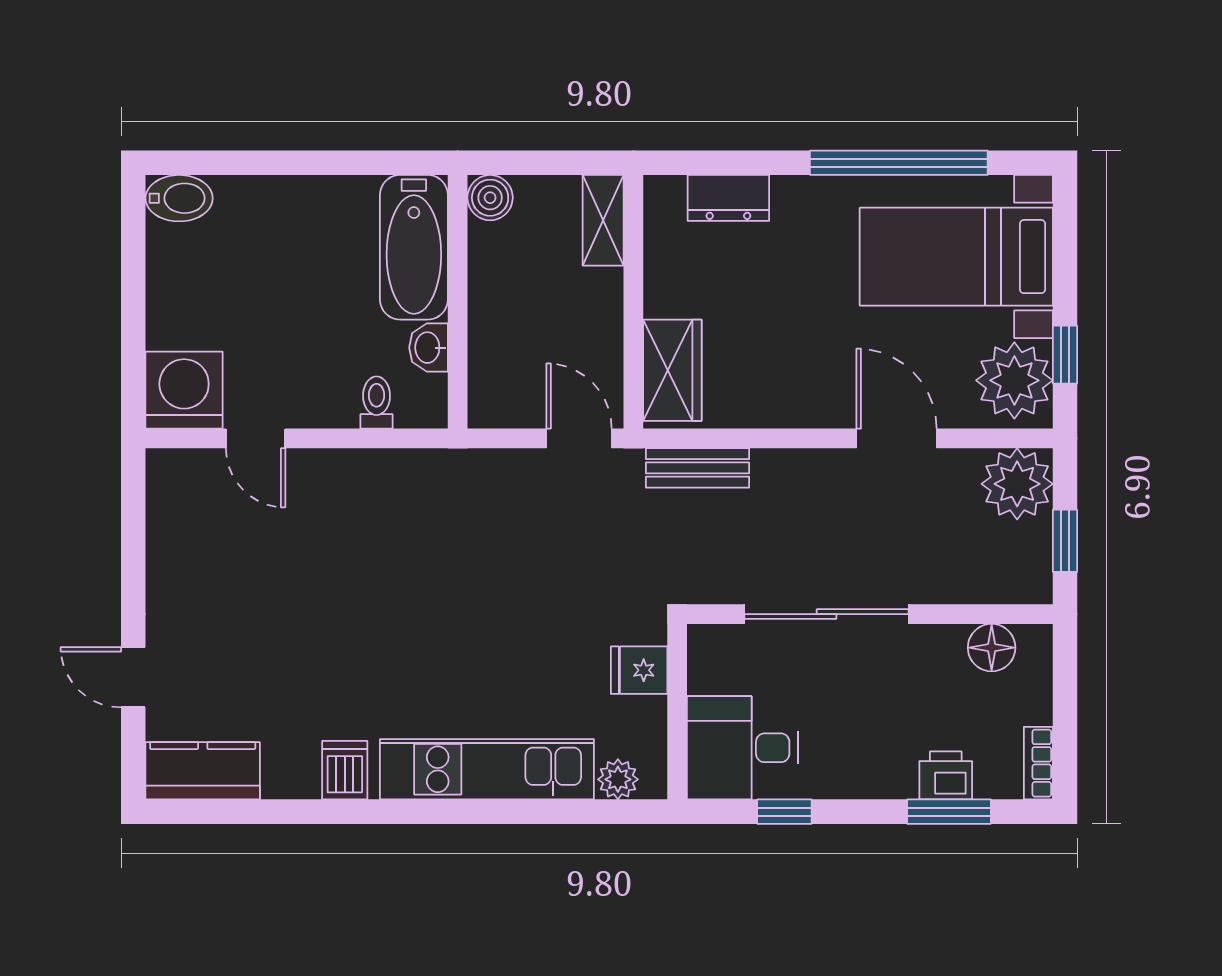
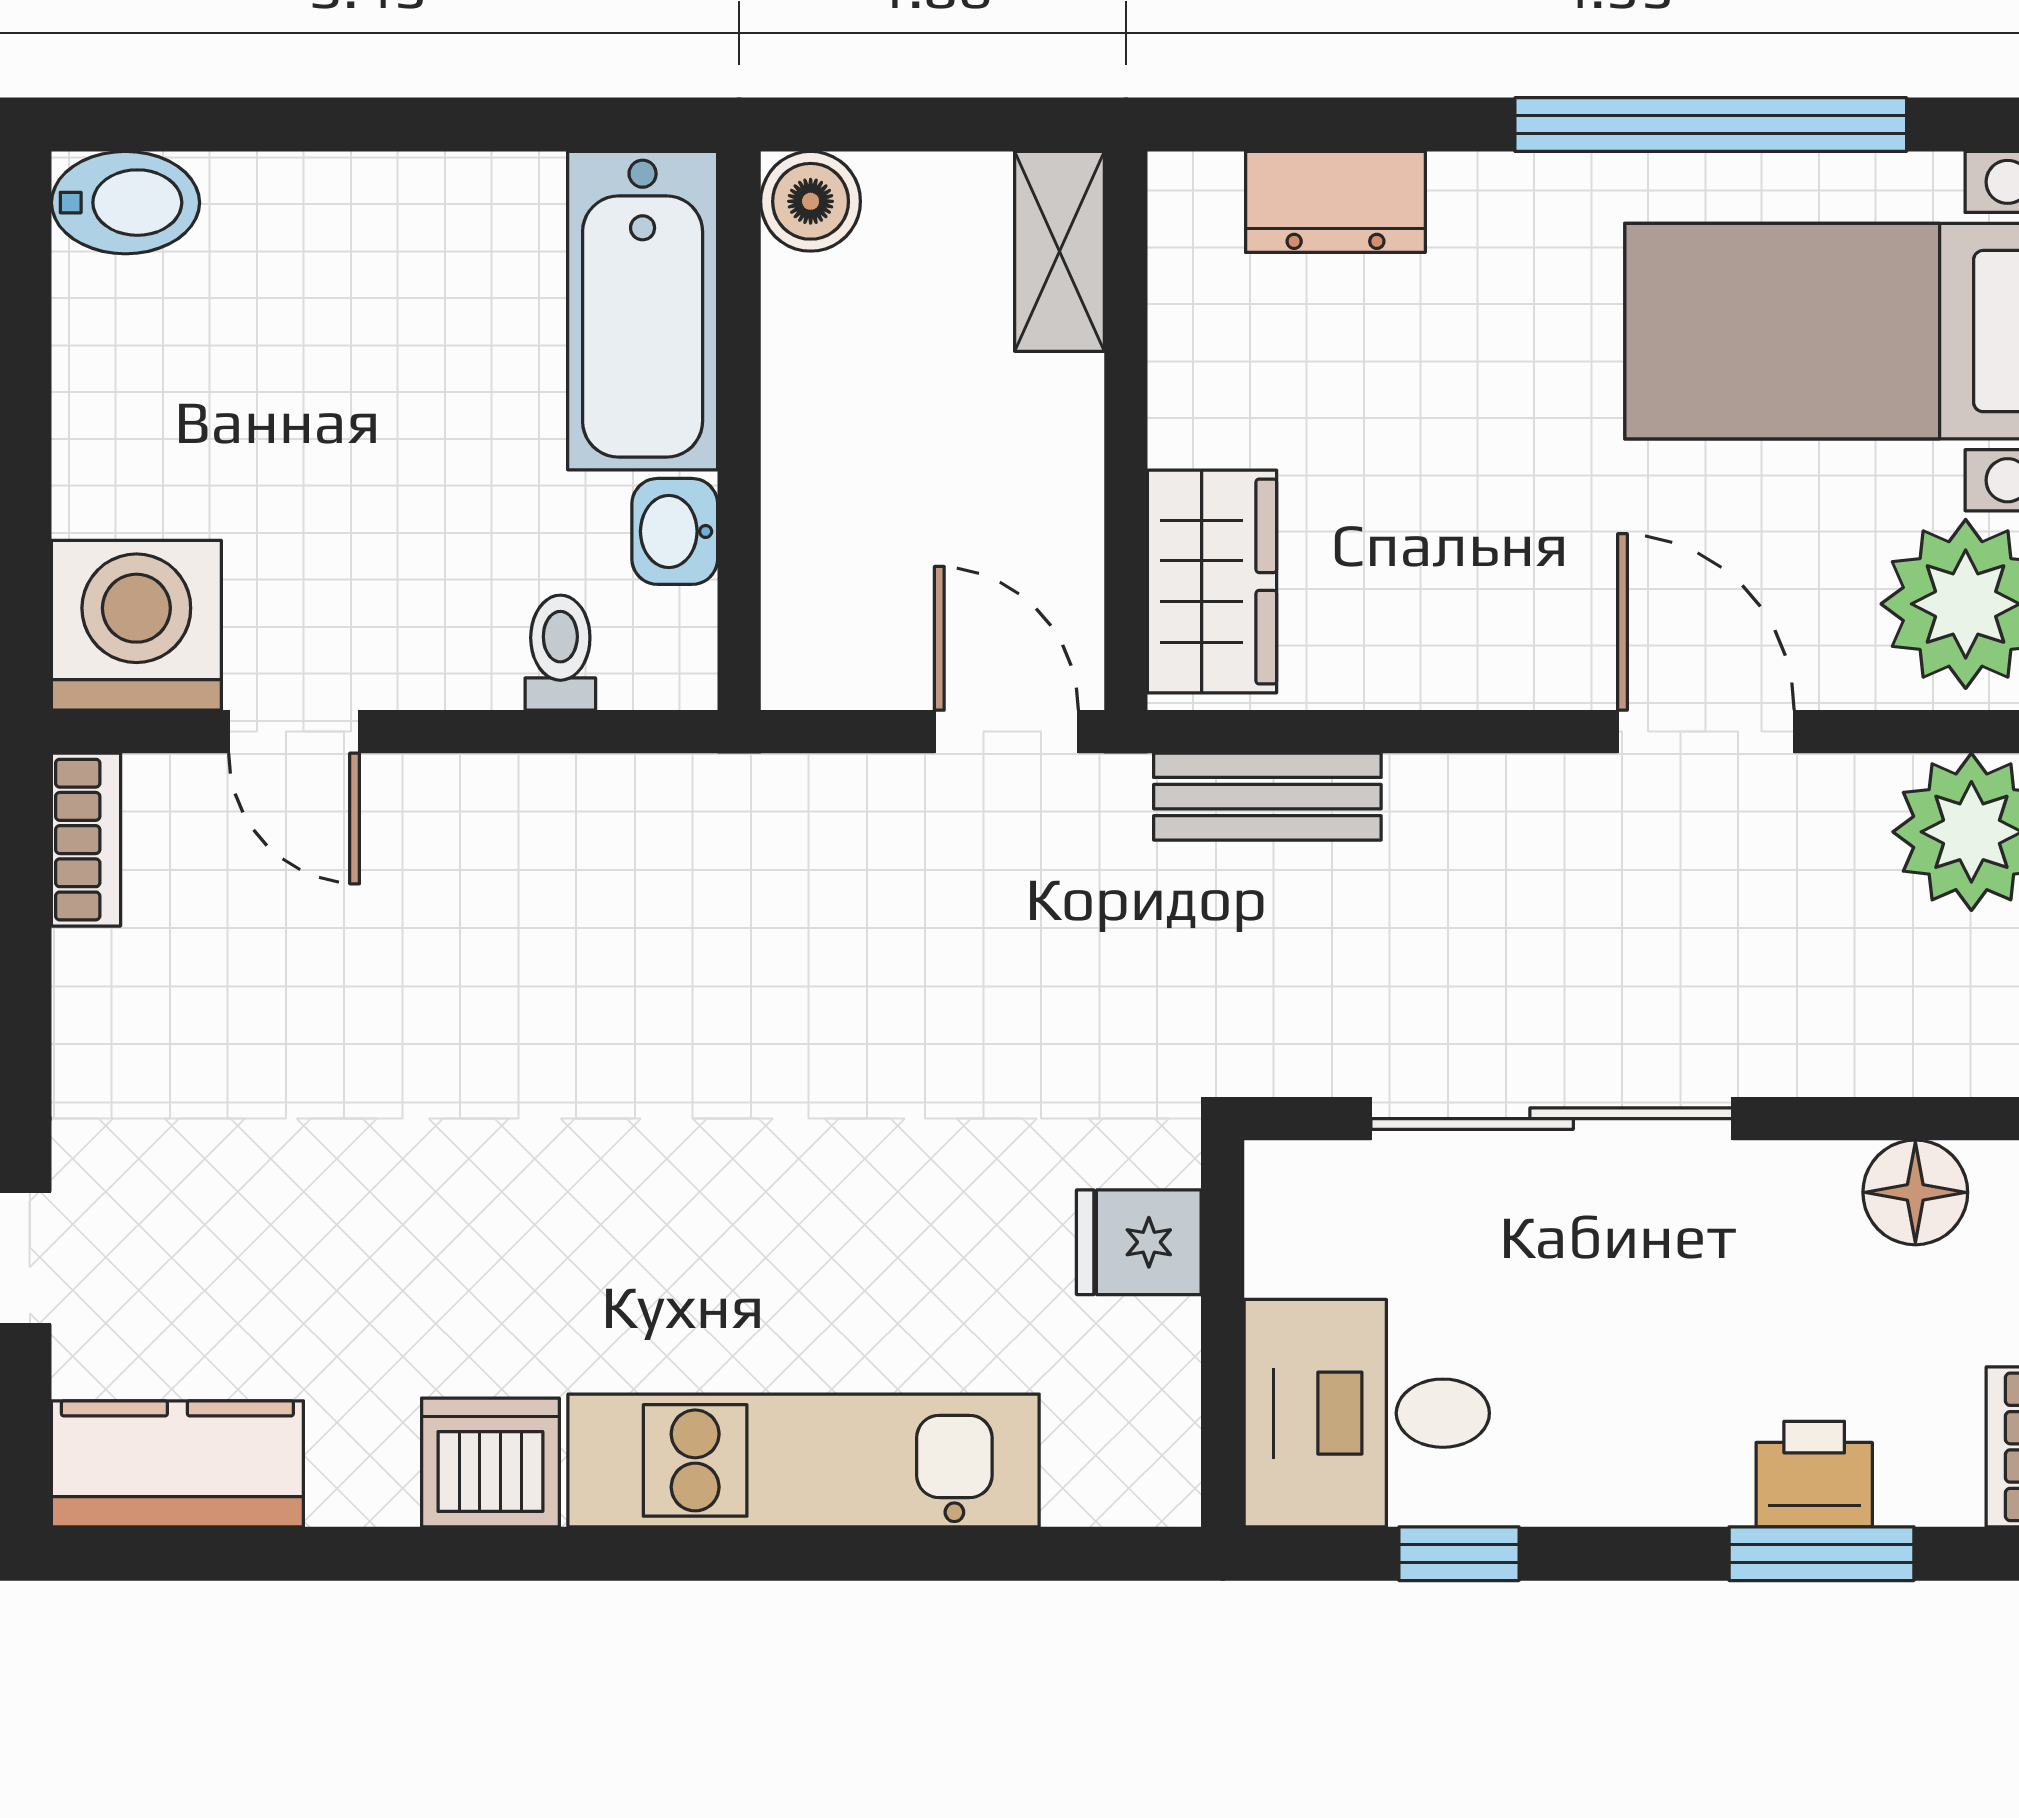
bookcase: (161, 487) -> (86, 840), added
dishwasher: (345, 770) -> (490, 1462), width x1.38
plant: (618, 779) -> (1092, 1482), removed

